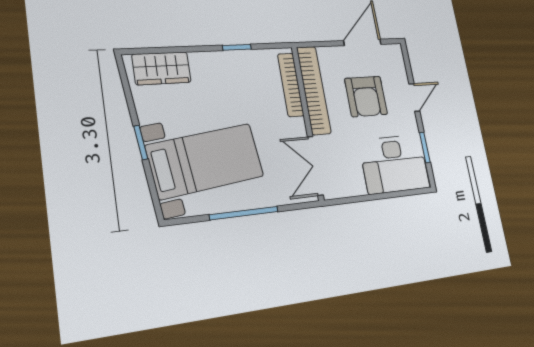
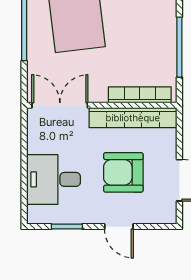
window: (237, 47) -> (179, 47), width x2.17
desk: (394, 164) -> (53, 179), width x0.73

